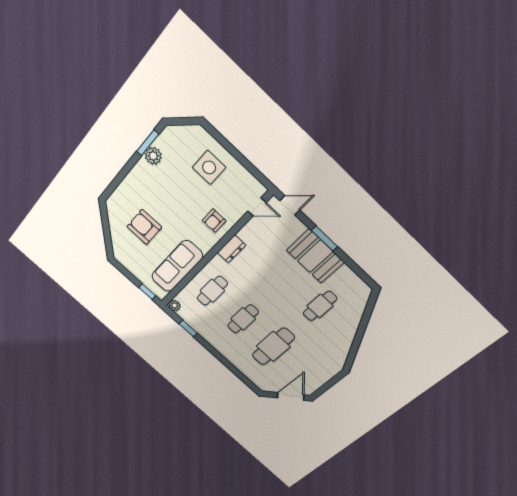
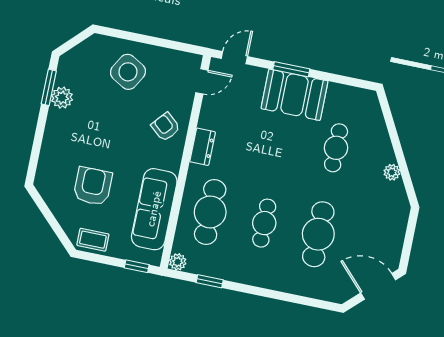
side table: (209, 167) -> (128, 72), turned 30
armchair: (214, 221) -> (166, 127), turned 131
armchair: (144, 227) -> (93, 186), turned 90
coffee table: (128, 259) -> (93, 240), added
cafe table: (212, 291) -> (210, 212), width x1.37, depth x1.35
plant: (346, 343) -> (392, 172), added
door: (291, 396) -> (378, 286), hinge flipped

